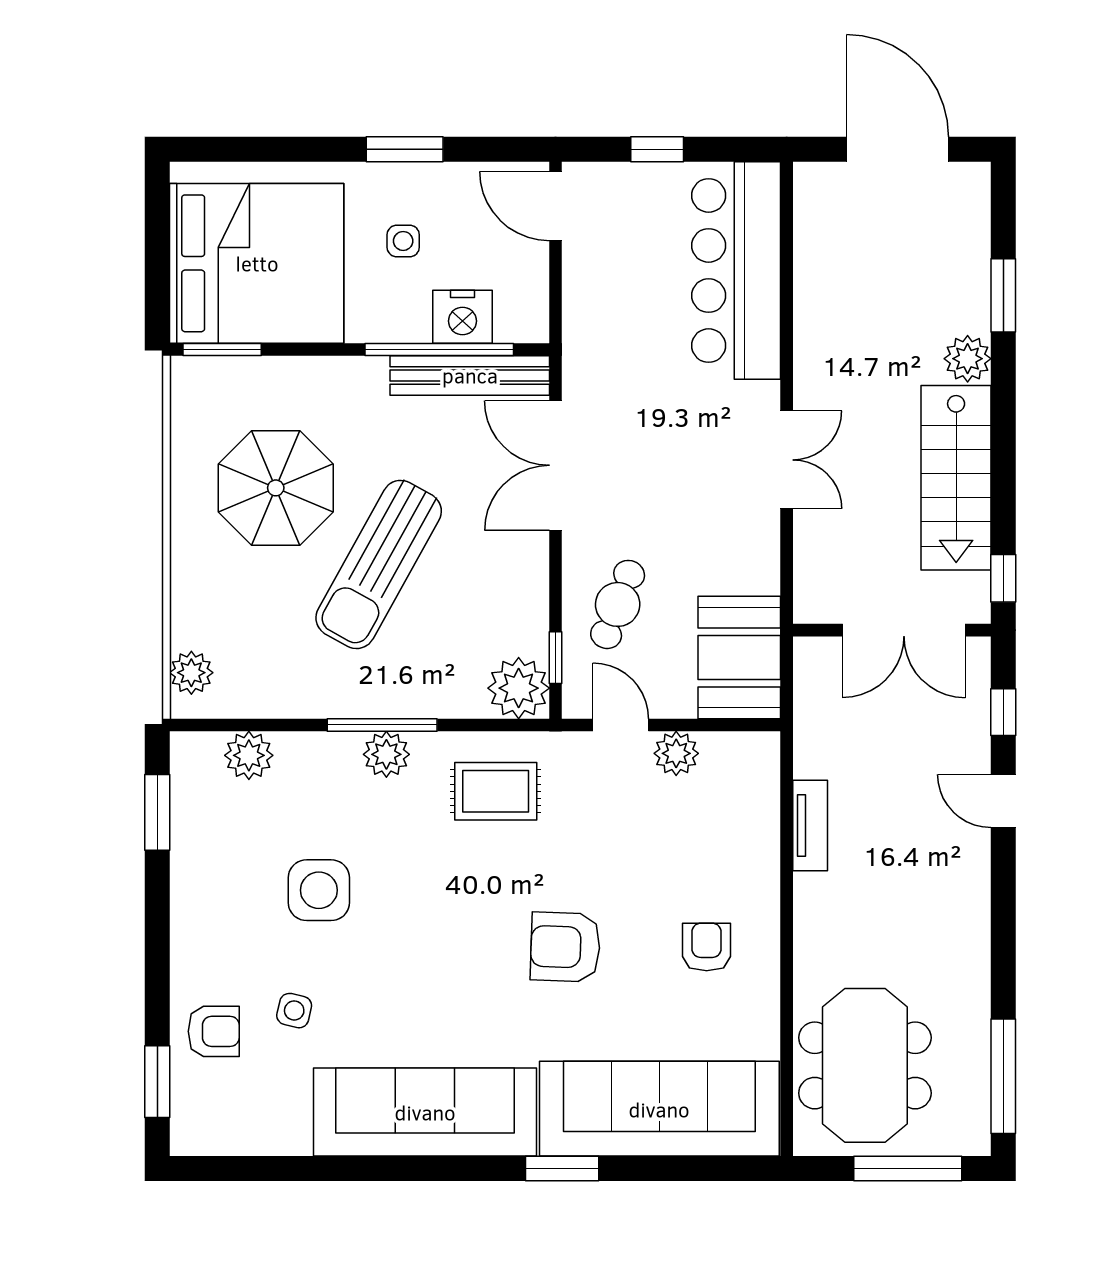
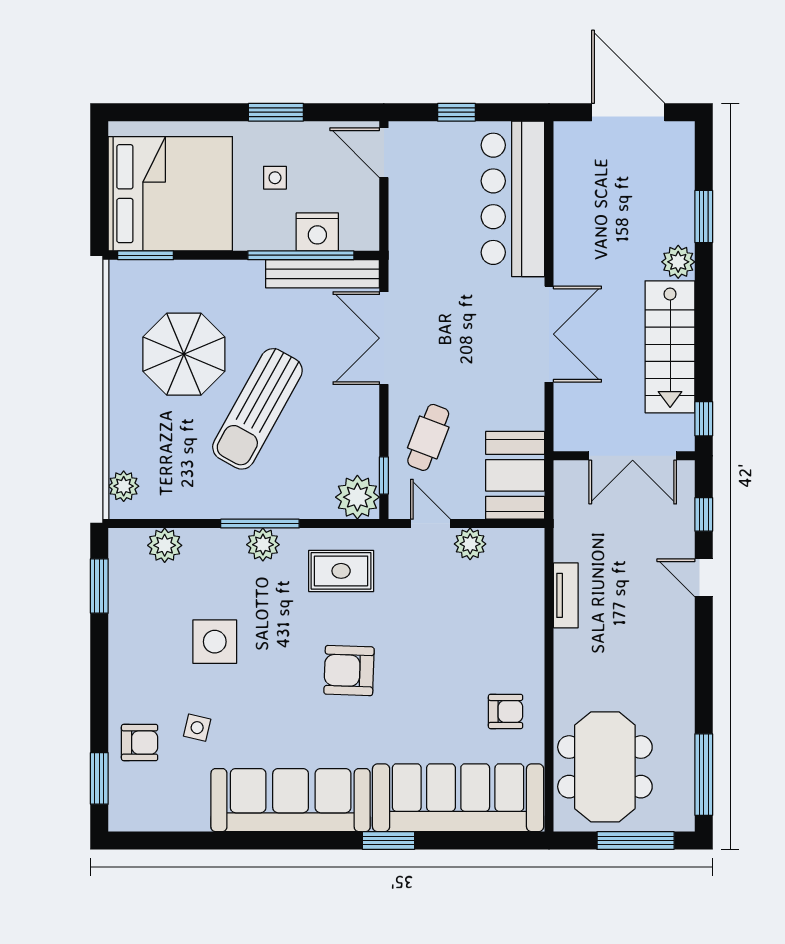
double door: (787, 460) -> (549, 334), width x1.37
armchair: (565, 947) -> (349, 671), moved
armchair: (707, 947) -> (506, 711), moved, turned 90

